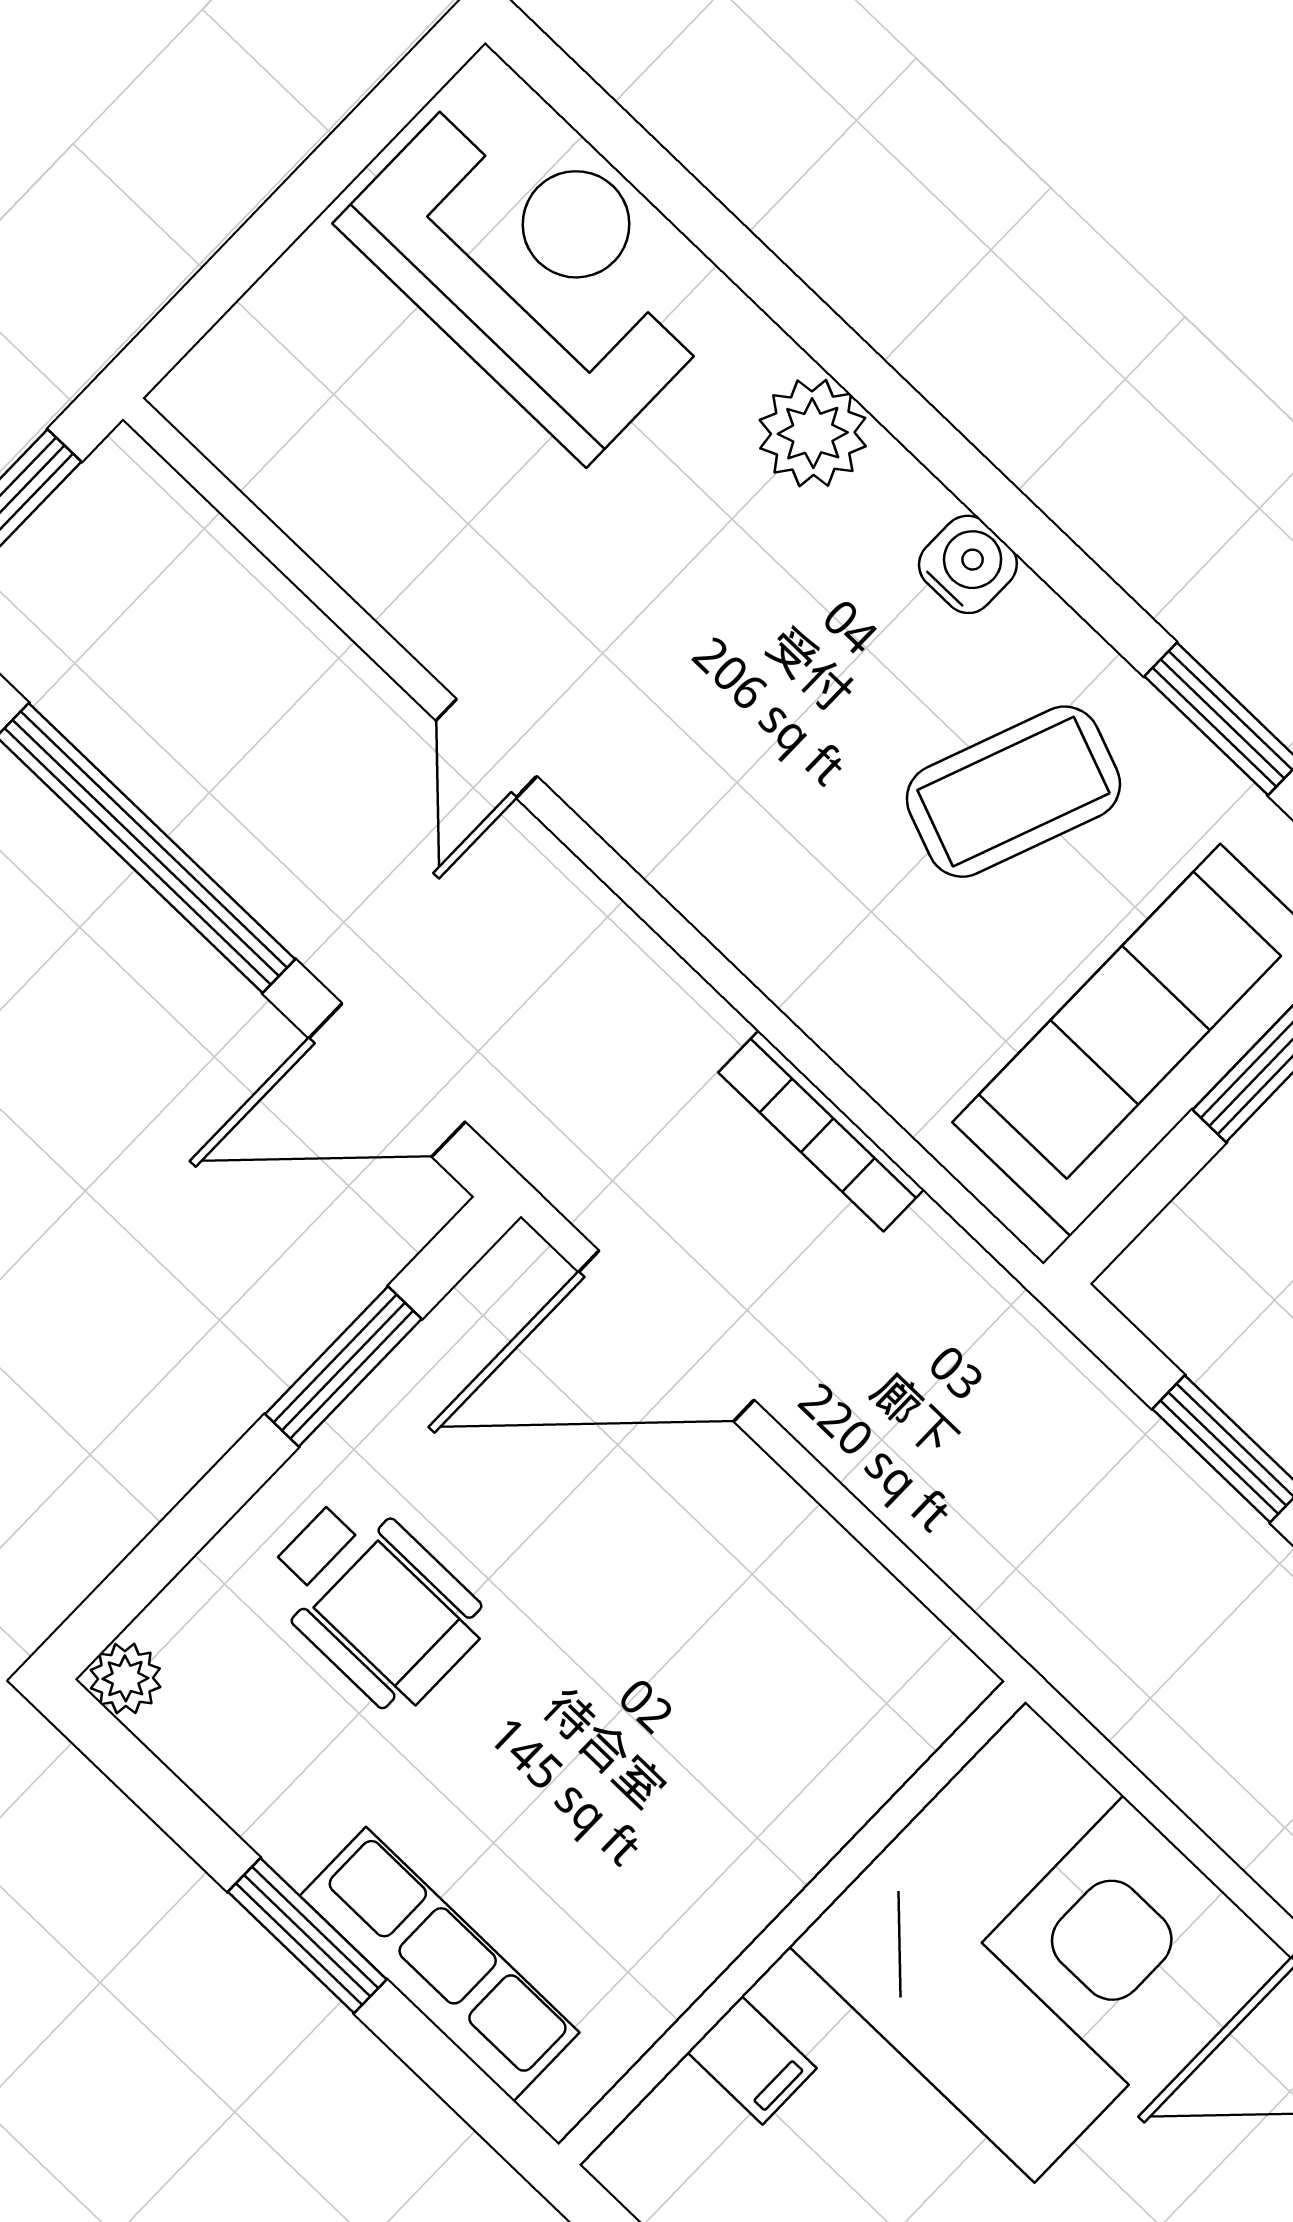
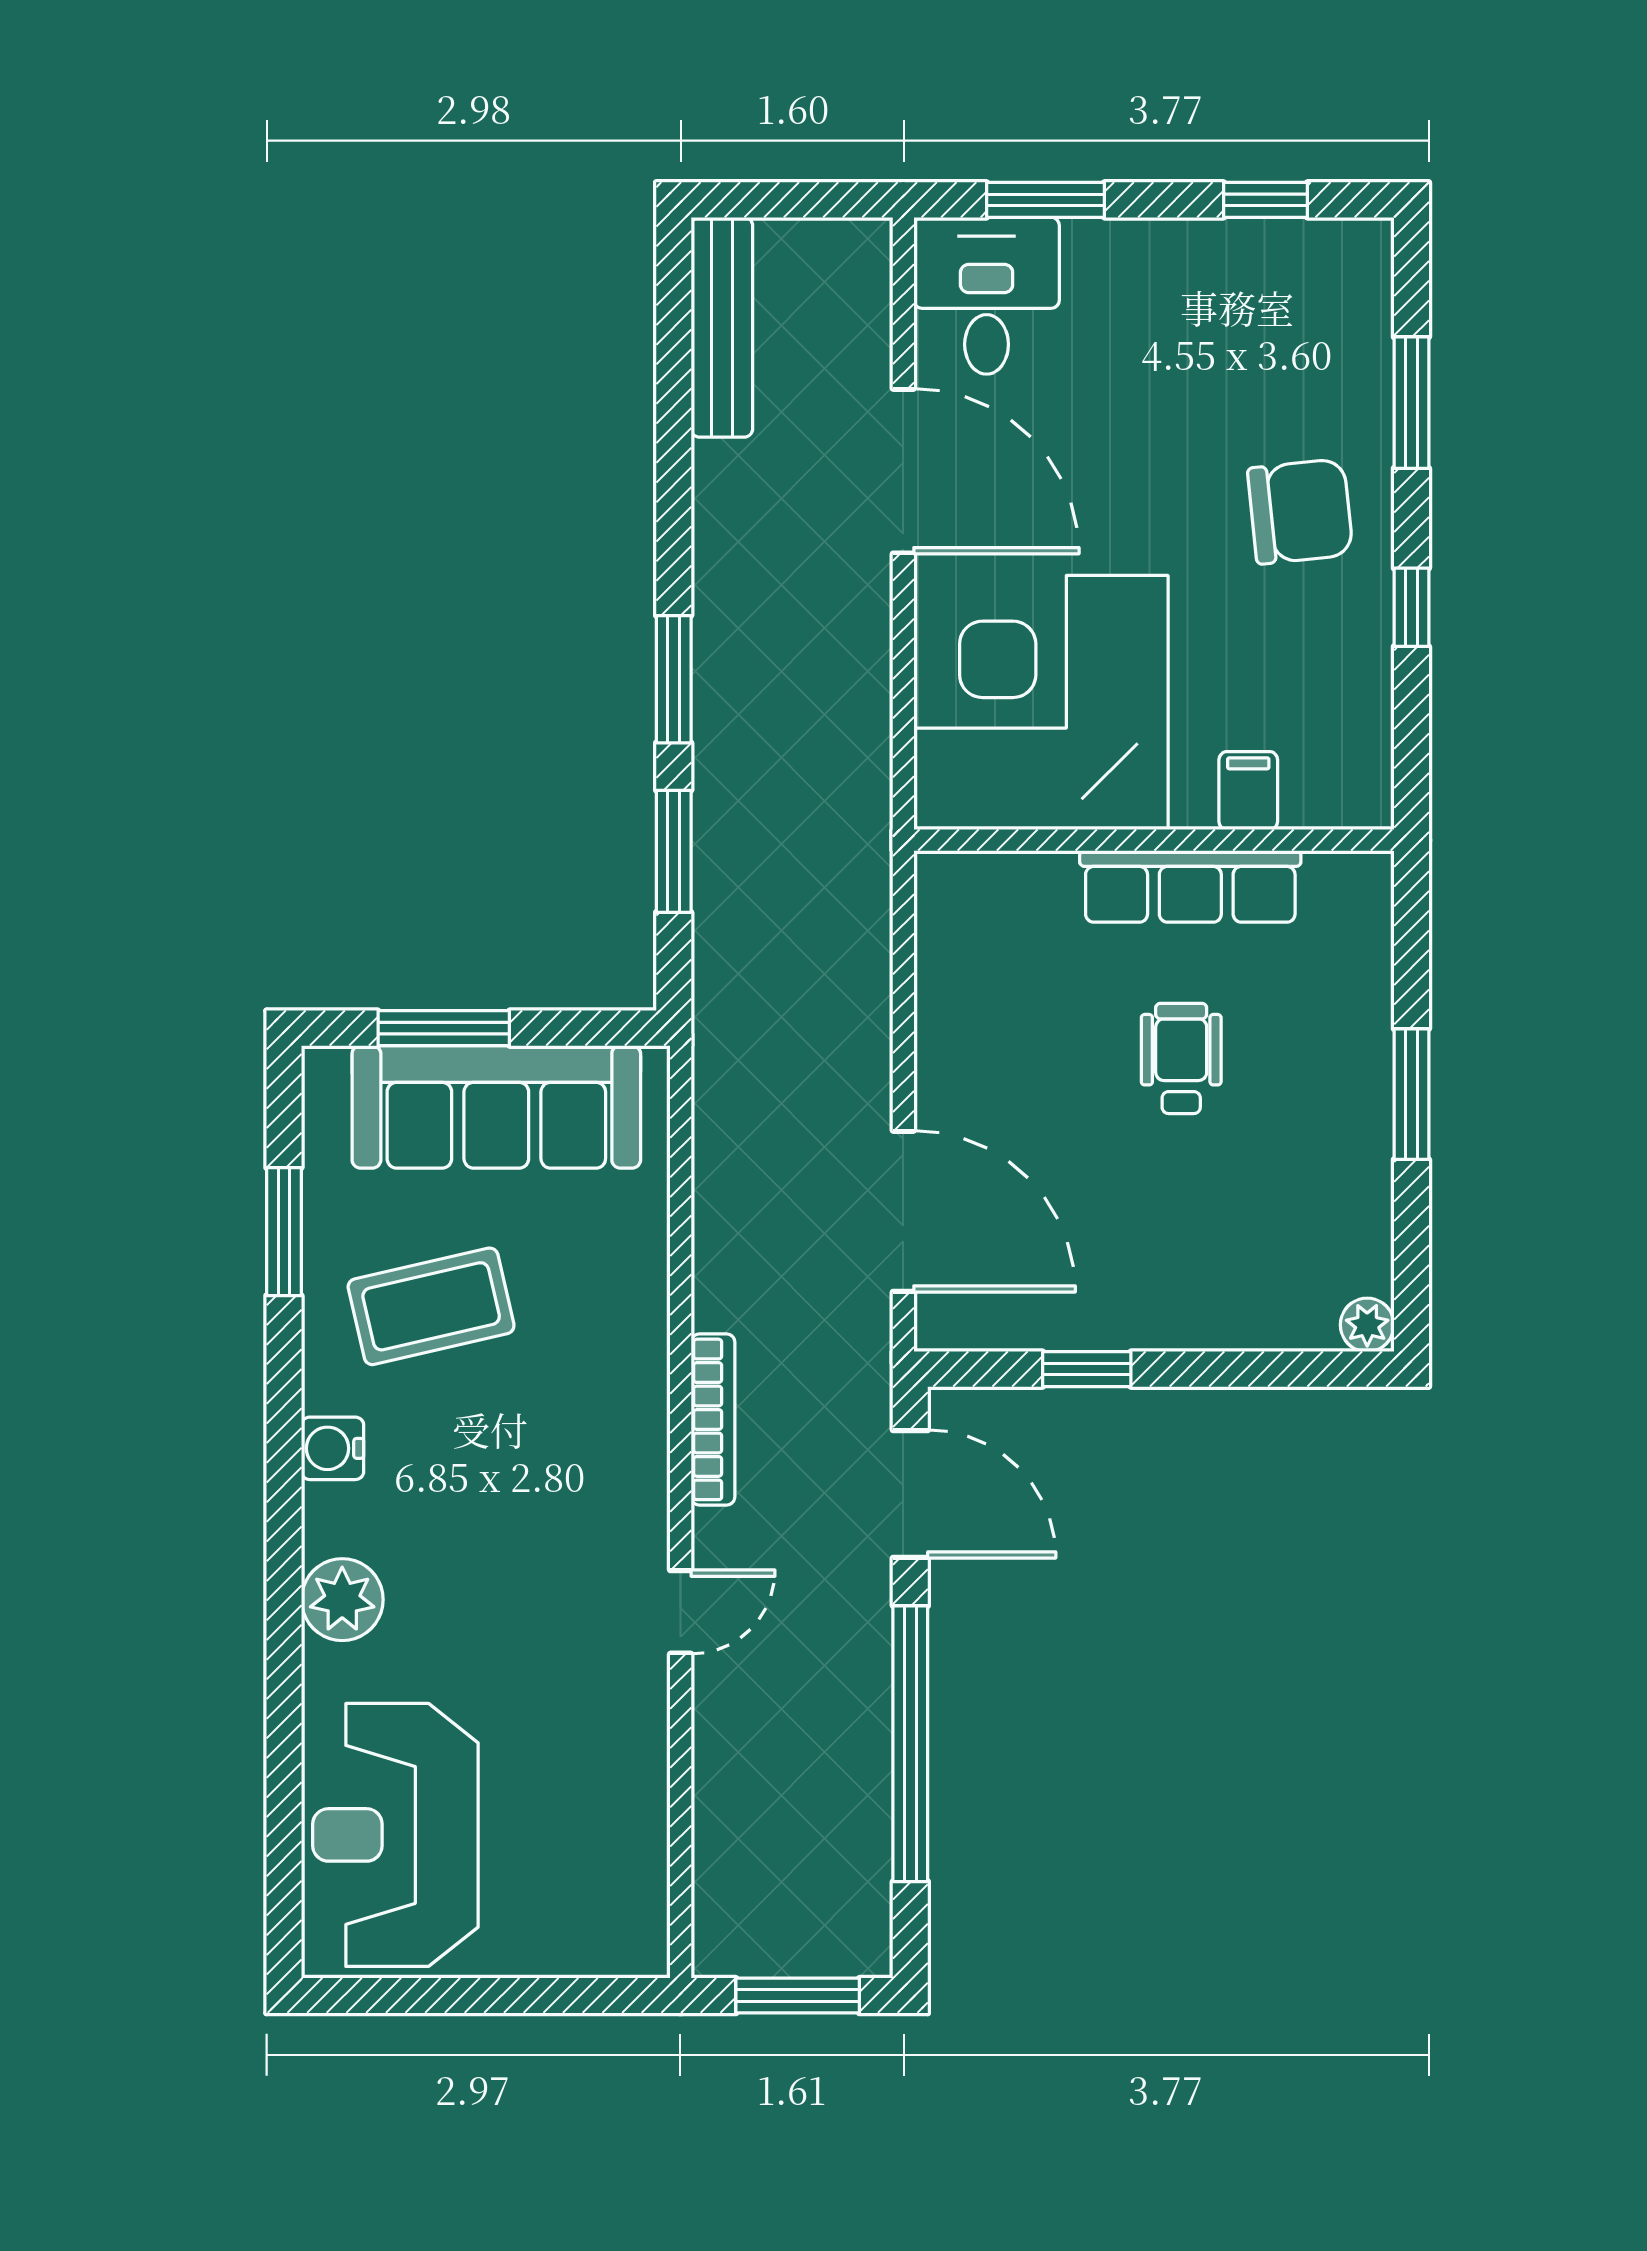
coffee table: (1013, 792) -> (431, 1306), turned -34
bookcase: (821, 1131) -> (713, 1419), moved
window: (343, 1367) -> (1087, 1369), width x0.67
wheelchair: (375, 1602) -> (1181, 1058), moved, width x0.73, depth x0.73
row of seats: (440, 1964) -> (1190, 886), moved, turned -90

